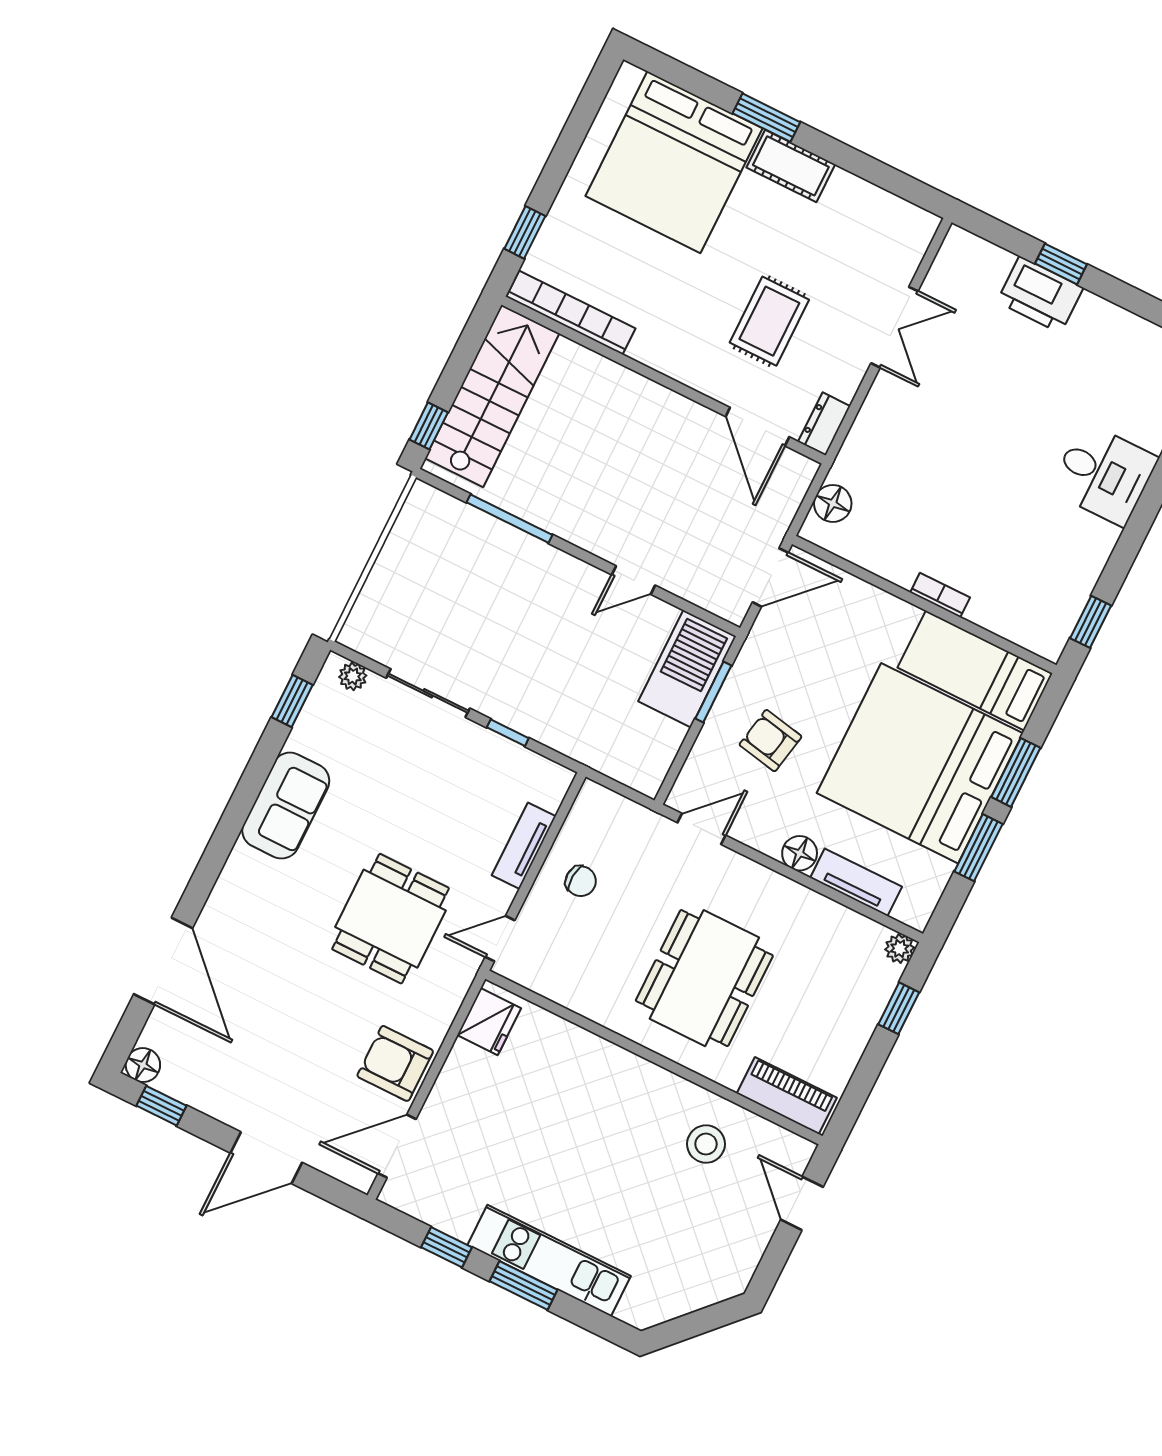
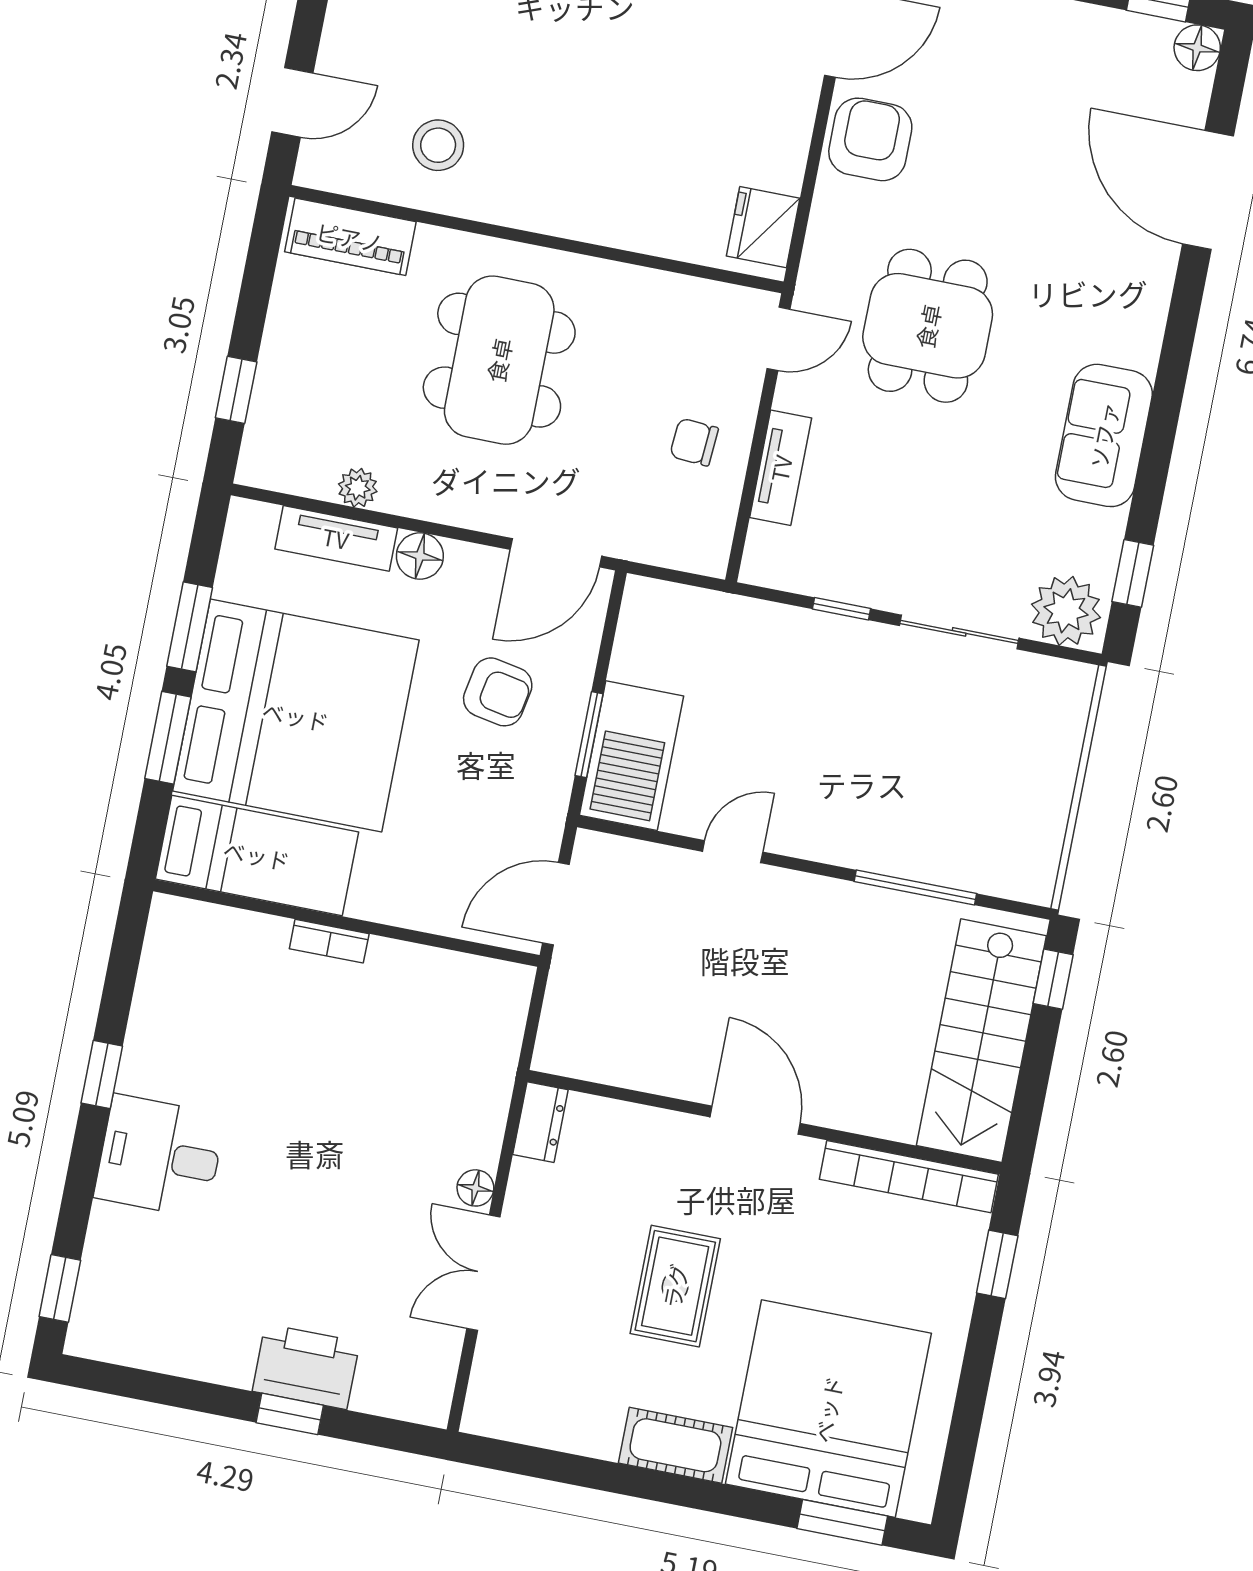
window: (766, 118) -> (842, 1522), moved
rug: (769, 321) -> (675, 1286), moved
door: (757, 427) -> (755, 1120), moved
floor lamp: (833, 503) -> (475, 1188), moved, width x0.73, depth x0.73
window: (1091, 622) -> (102, 1075), moved
plant: (353, 676) -> (1066, 611), width x1.88, depth x1.88
door: (702, 829) -> (556, 553), width x1.38
plant: (900, 949) -> (358, 488), moved
armchair: (395, 1063) -> (870, 139), turned -90
door: (802, 1203) -> (292, 102), hinge flipped

